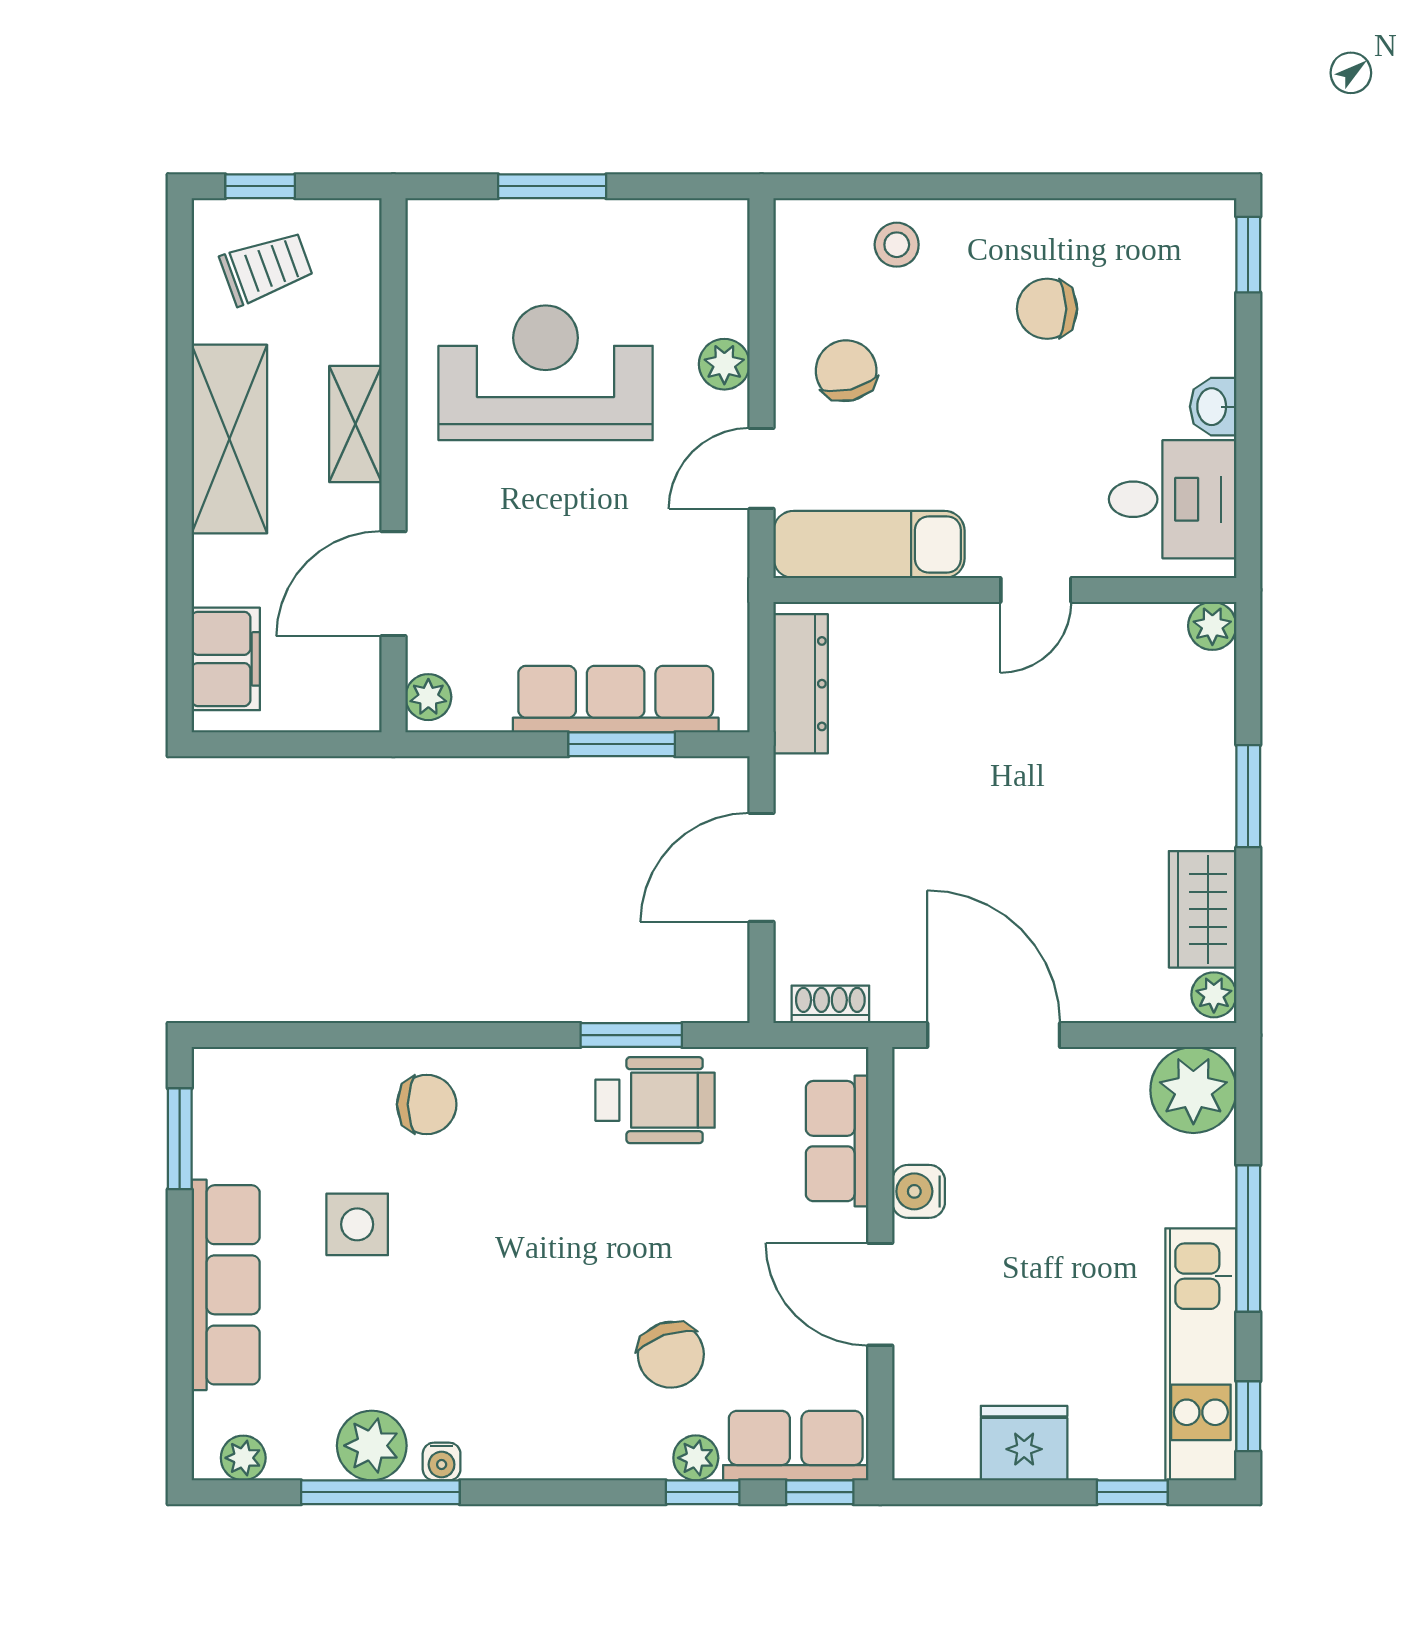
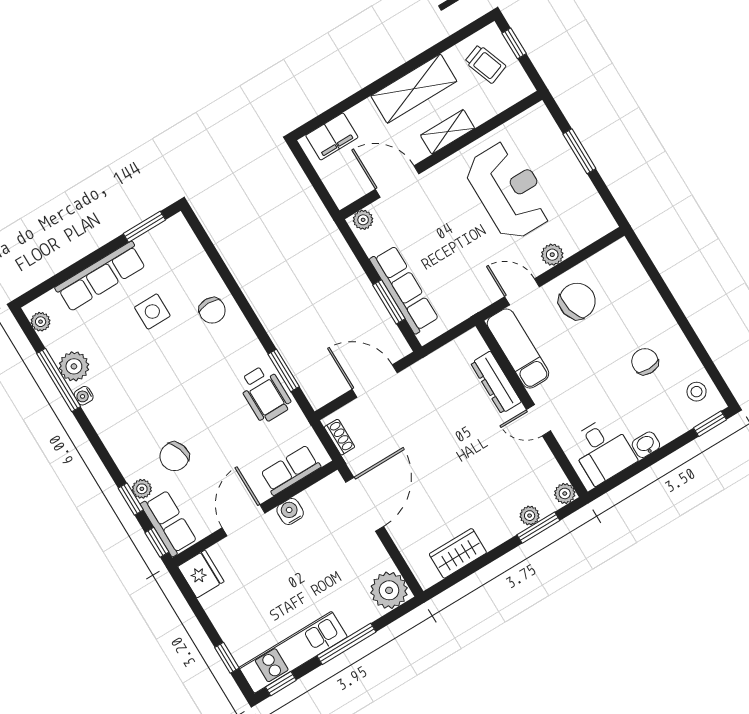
stool: (897, 245) -> (697, 392), moved
chair: (846, 371) -> (577, 301), width x1.37, depth x1.37
dresser: (801, 684) -> (496, 382), moved, turned 90
window: (1248, 796) -> (538, 528), moved
plant: (1214, 995) -> (530, 516), moved
fridge: (1024, 1443) -> (201, 574), moved

